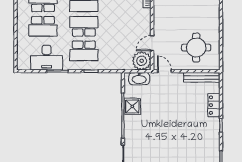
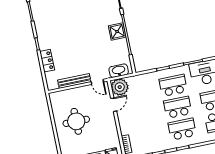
school desk: (84, 26) -> (178, 107), turned 180
round table: (196, 48) -> (76, 121), moved
bench: (201, 77) -> (74, 81), moved
shower: (132, 106) -> (117, 31), moved

